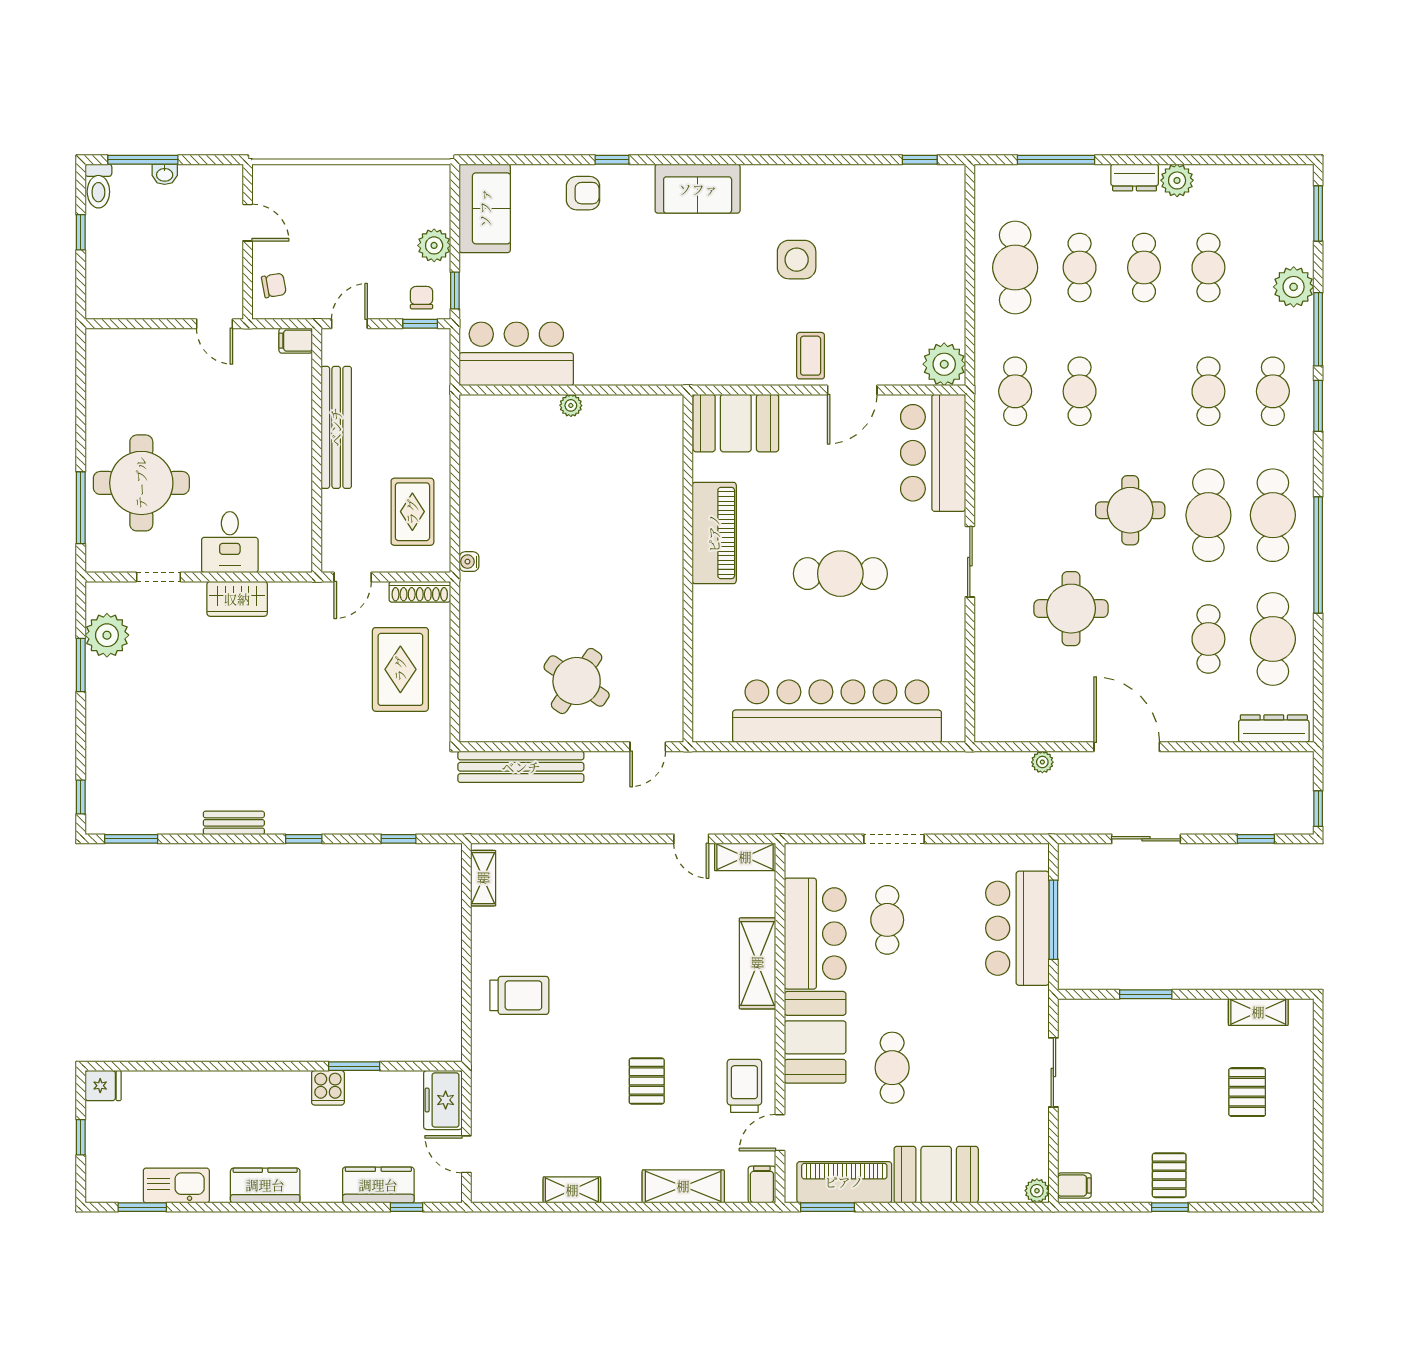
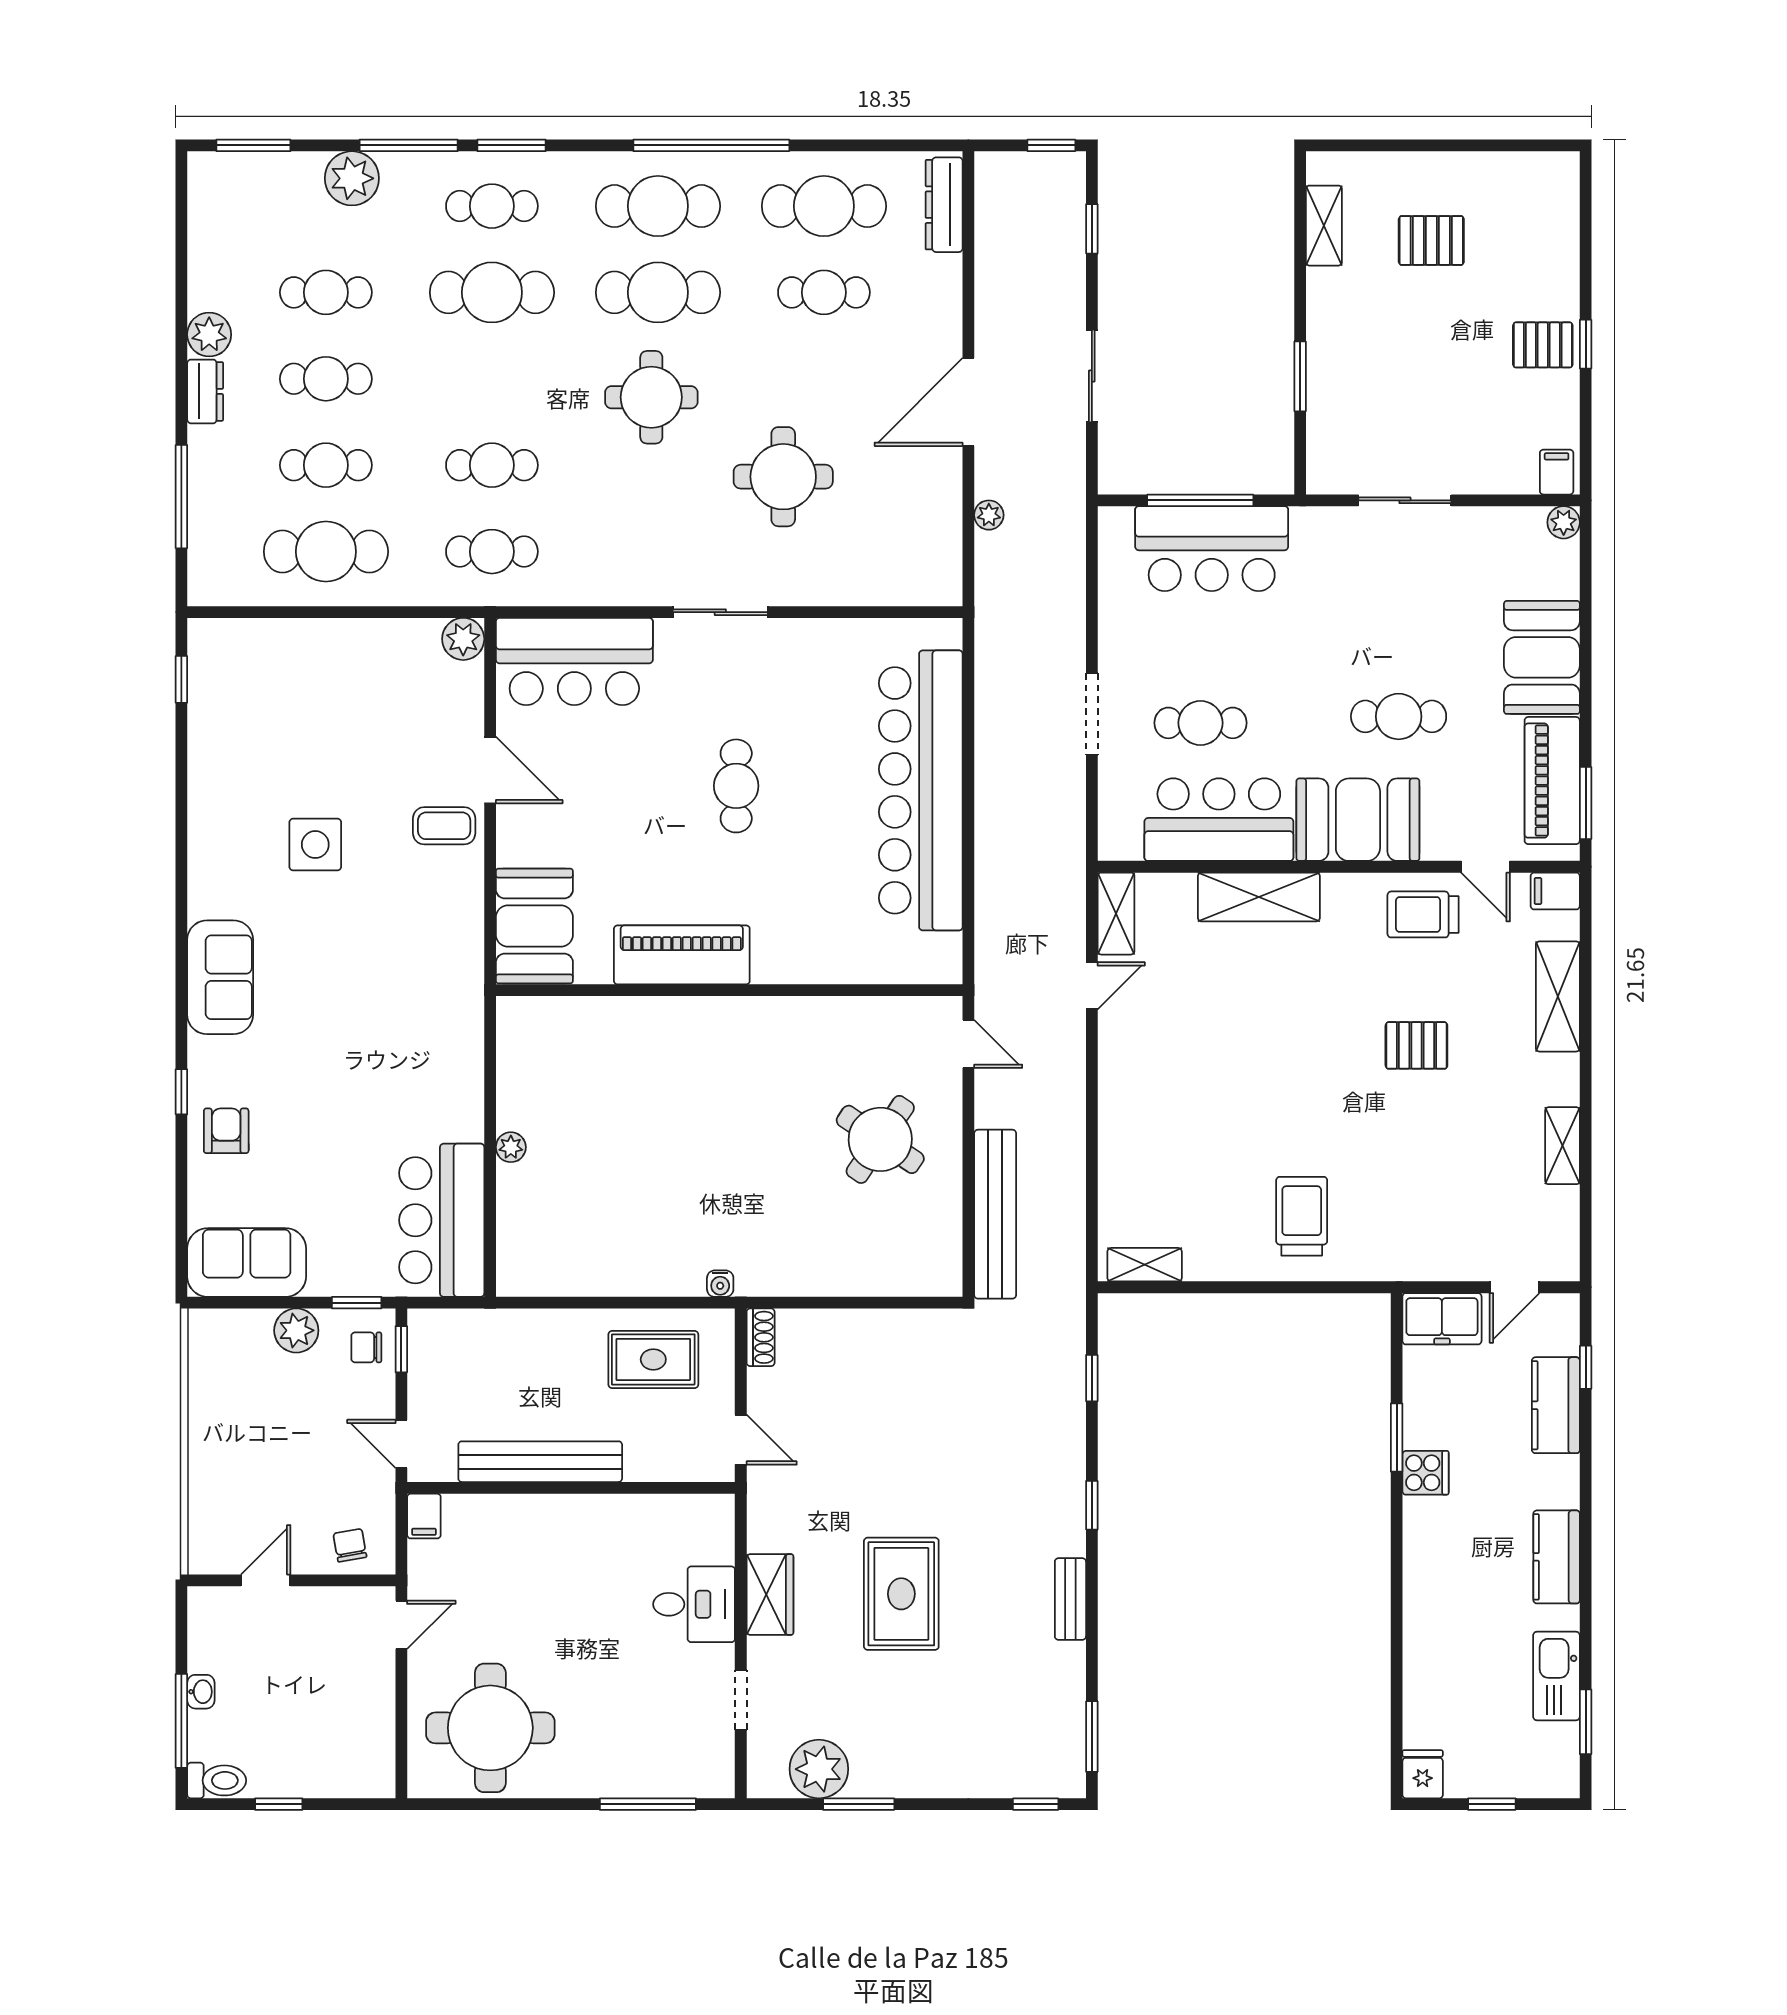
plant: (944, 364) -> (463, 639), width x0.73, depth x0.73
cafe table: (1208, 391) -> (492, 292), width x1.37, depth x1.35
round table: (141, 483) -> (490, 1728), moved
cafe table: (840, 574) -> (736, 786), width x0.73, depth x0.74
shoe rack: (420, 592) -> (761, 1337), width x0.70
rug: (400, 669) -> (901, 1594), moved, turned 90

